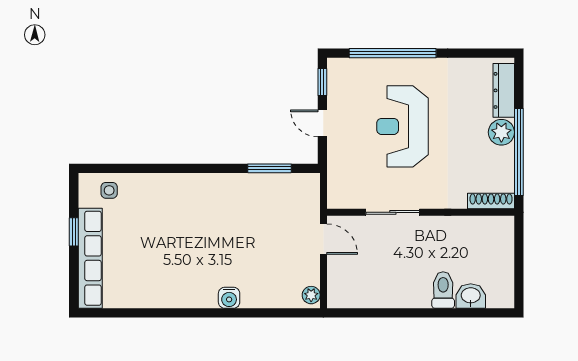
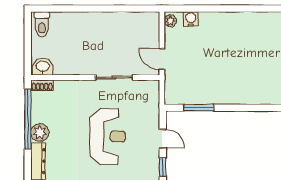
shoe rack: (491, 201) -> (42, 85), width x0.70
toilet: (443, 290) -> (42, 24), moved
washbasin: (471, 296) -> (43, 67), moved, turned 180
water cooler: (229, 298) -> (191, 19), moved

